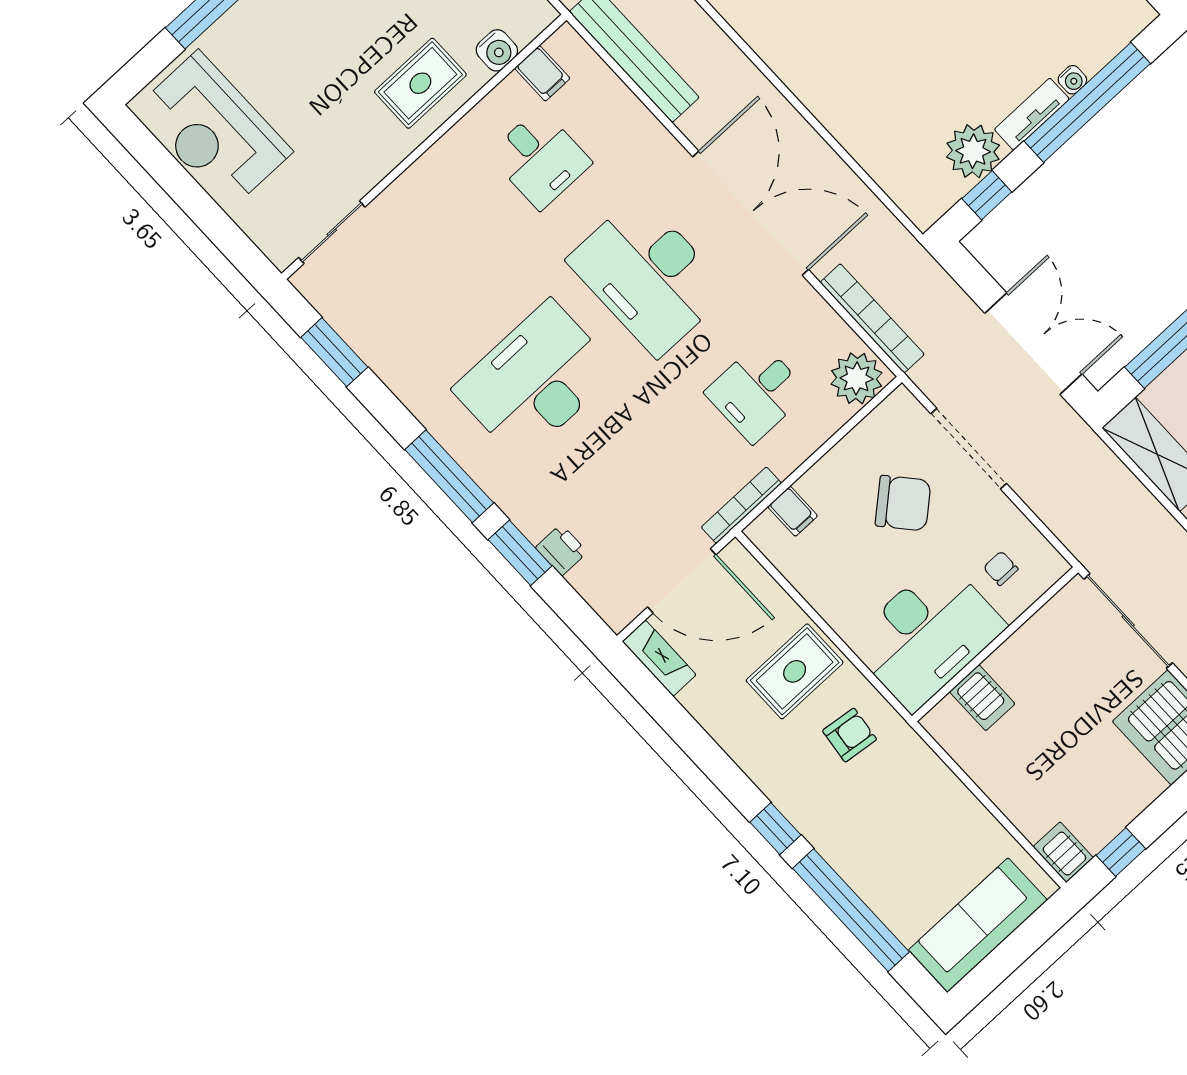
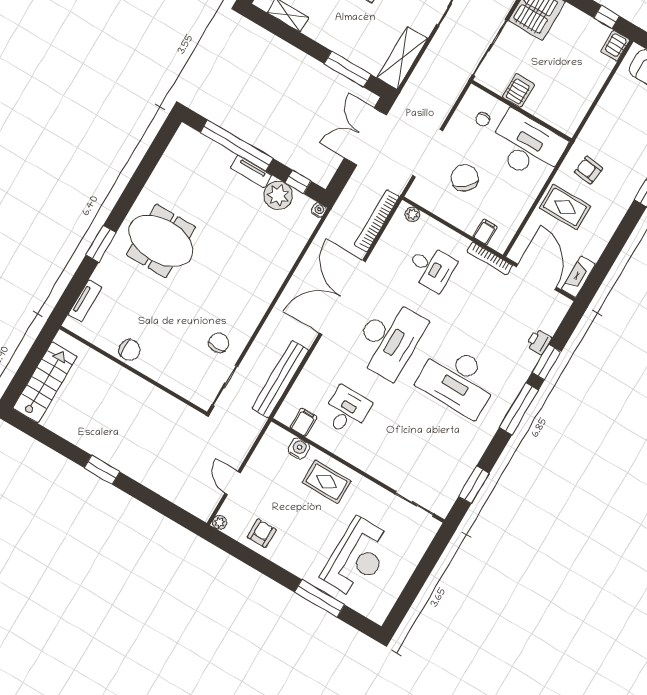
water cooler: (1072, 80) -> (319, 210), moved
reception desk: (214, 130) -> (357, 558), moved
plant: (857, 378) -> (412, 214), width x0.53, depth x0.53
server rack: (982, 698) -> (518, 90), moved

